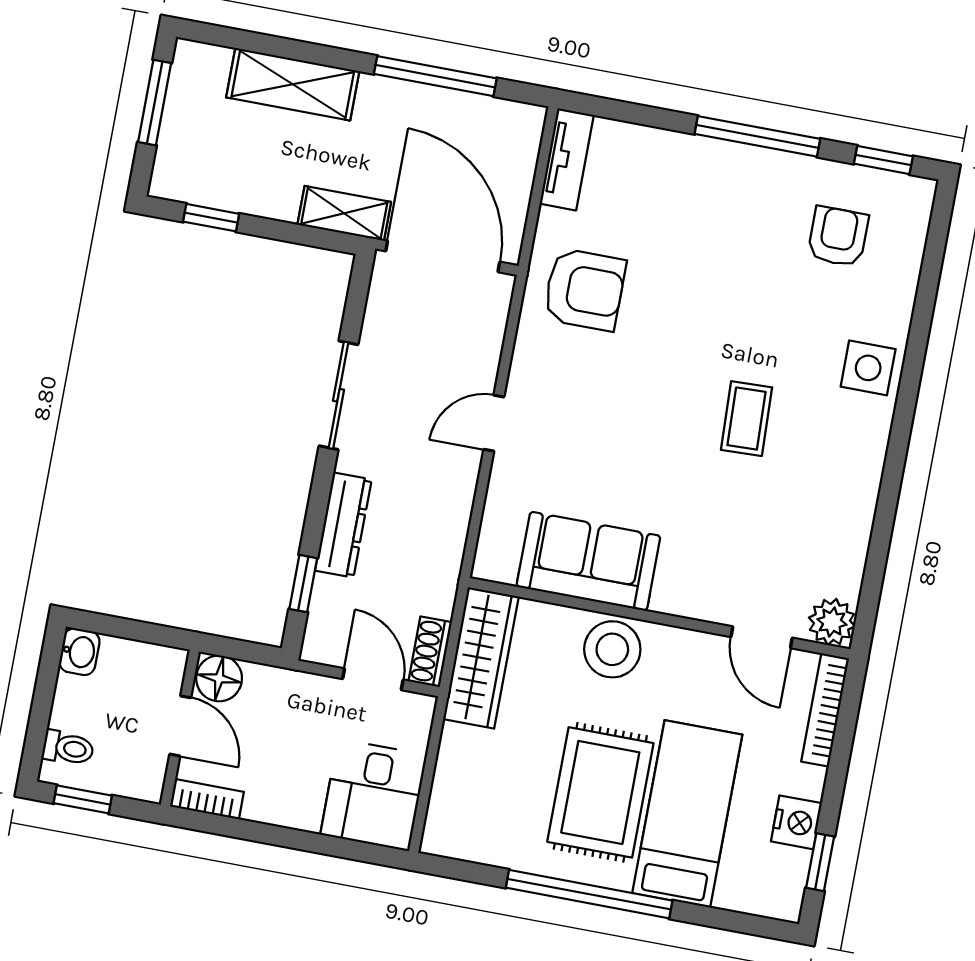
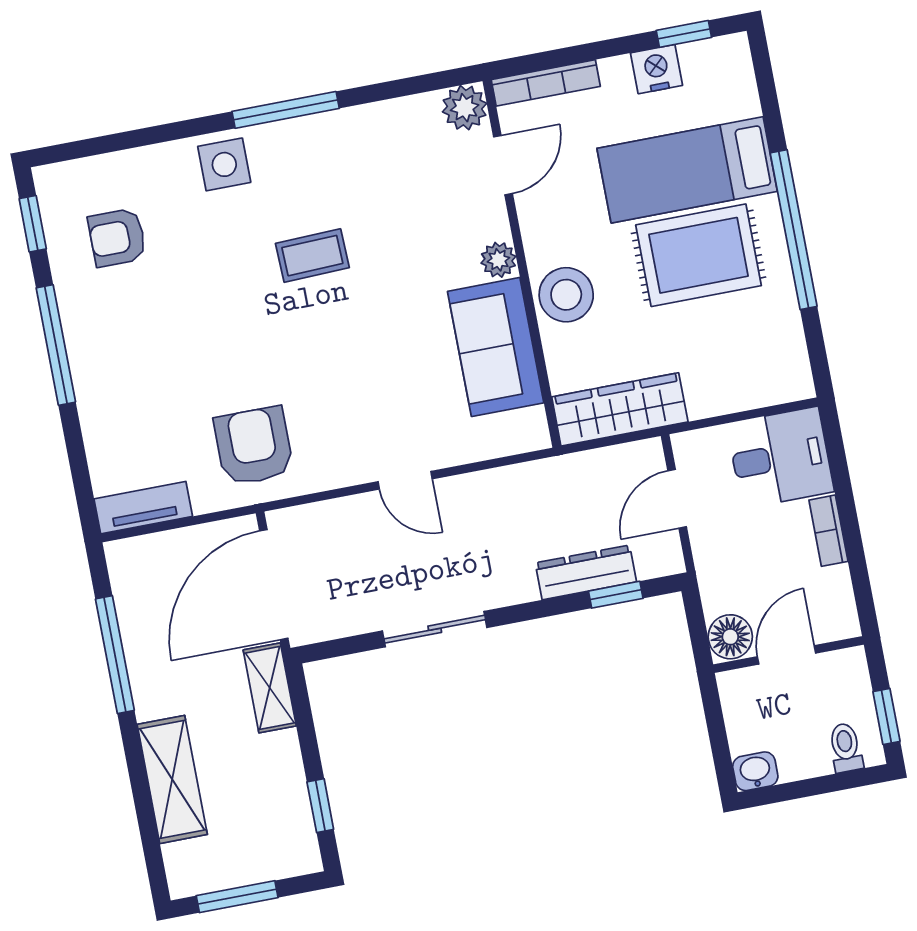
window: (898, 448) -> (286, 110), added
dresser: (343, 525) -> (586, 572), moved
plant: (672, 597) -> (498, 260), added
shoe rack: (430, 652) -> (632, 457), removed
bookcase: (207, 799) -> (828, 531), moved

